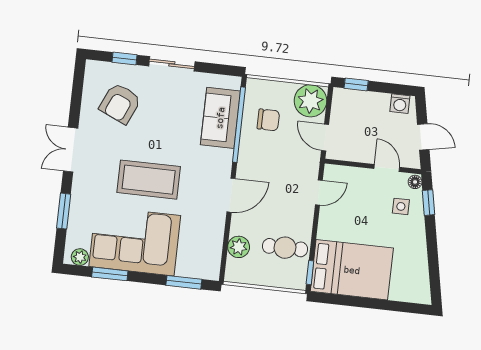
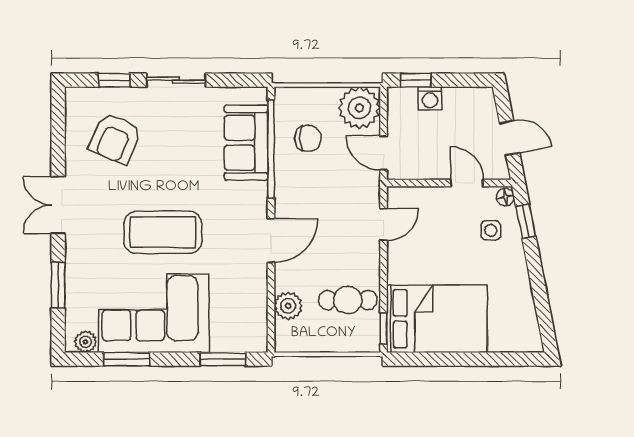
washing machine: (400, 104) -> (430, 98), moved

